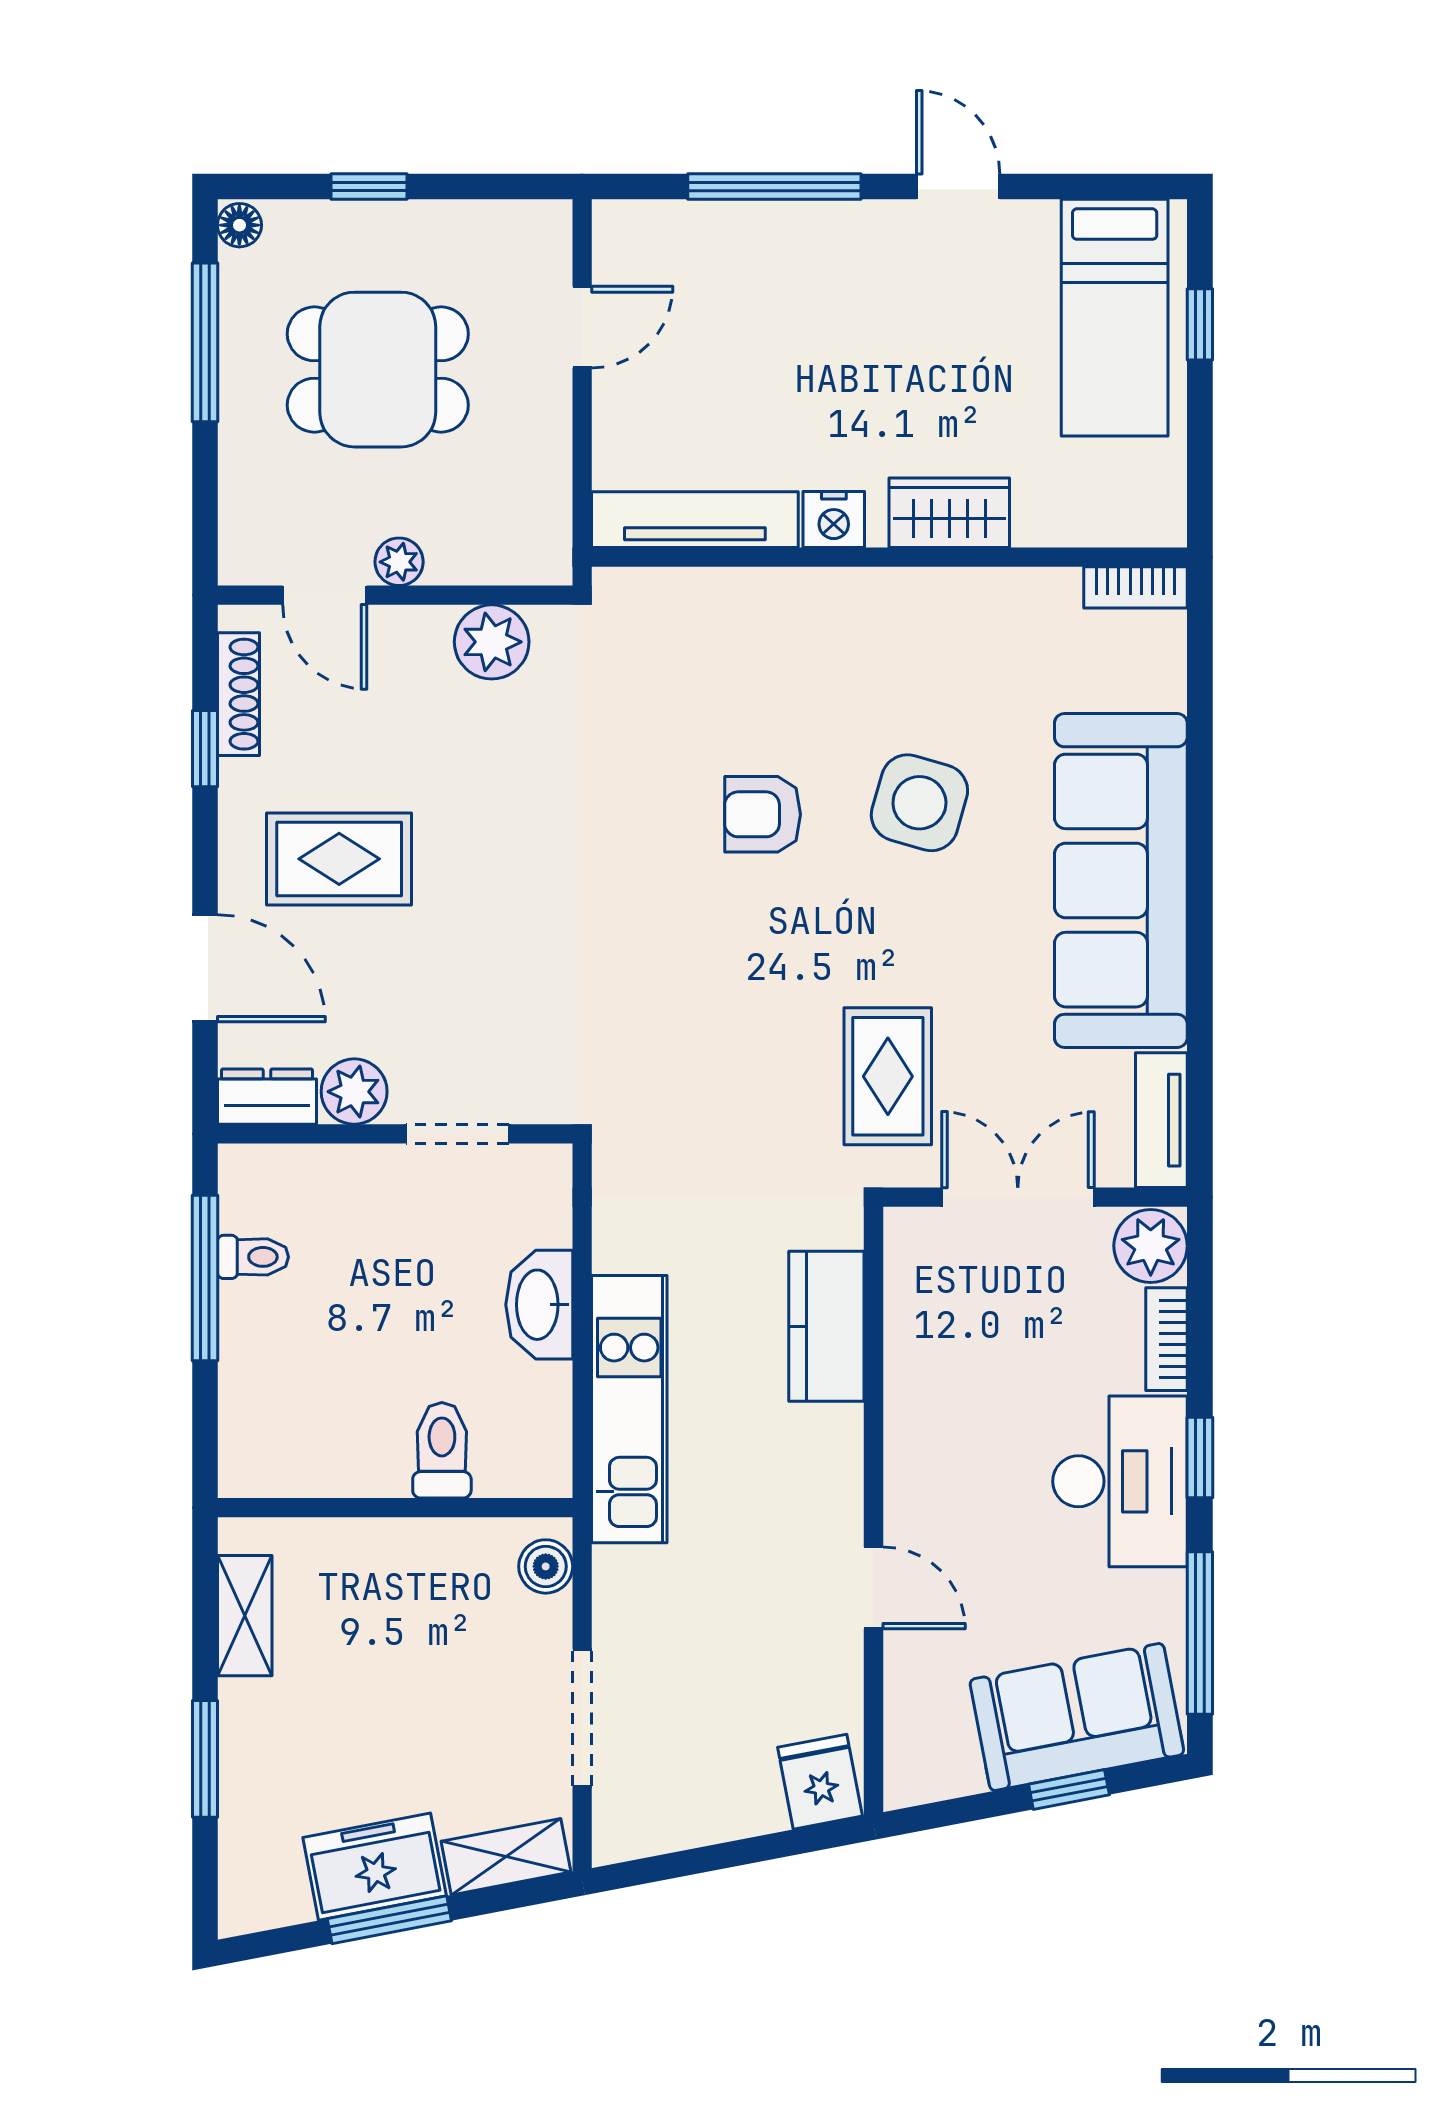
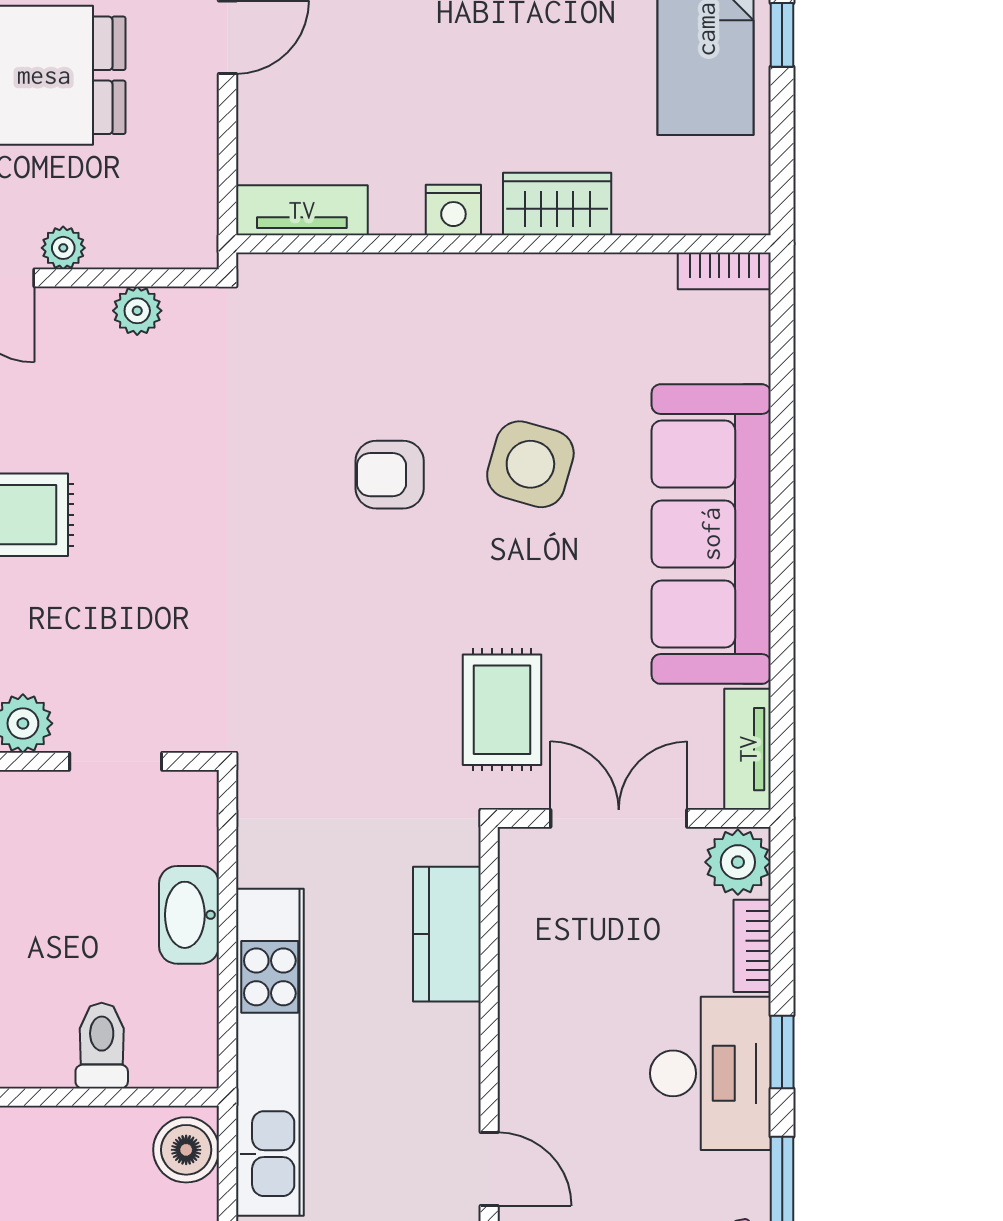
tv unit: (695, 520) -> (302, 210), width x0.71
plant: (492, 642) -> (137, 311), width x0.73, depth x0.73
kitchen unit: (629, 1409) -> (270, 1052), width x1.36
boiler: (546, 1566) -> (186, 1150), width x1.36, depth x1.36

